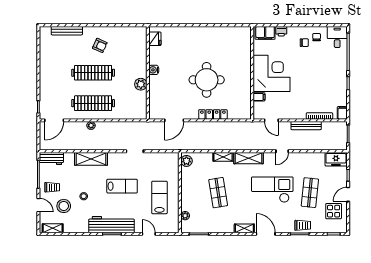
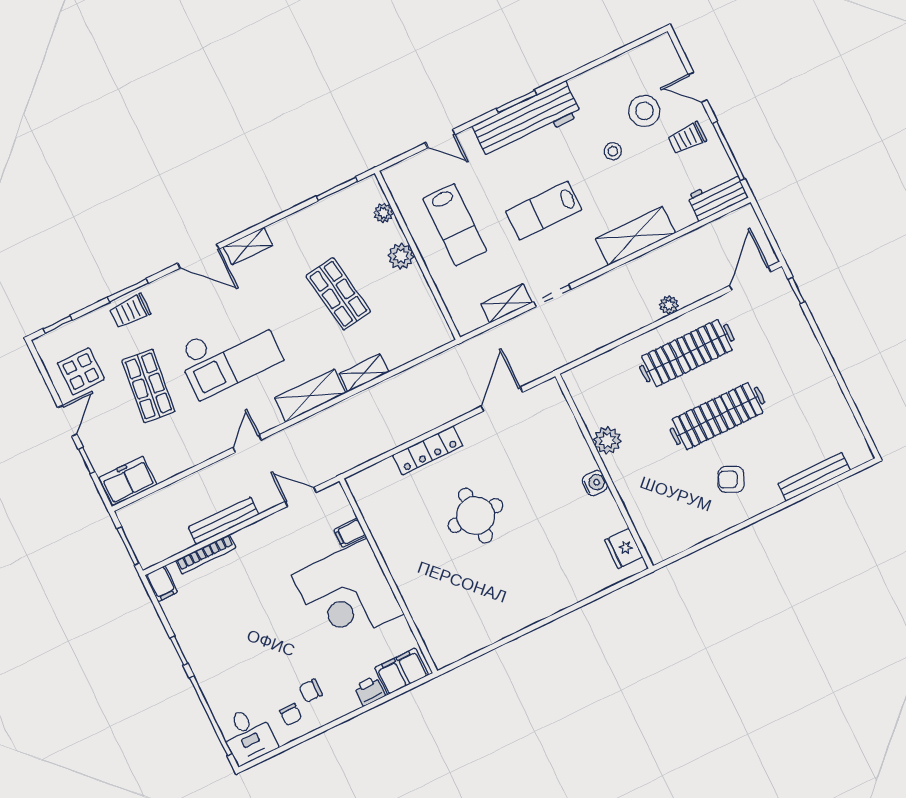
round table: (207, 80) -> (475, 516), width x0.73, depth x0.73
plant: (186, 161) -> (401, 256), moved
shelving: (53, 228) -> (506, 303), moved

